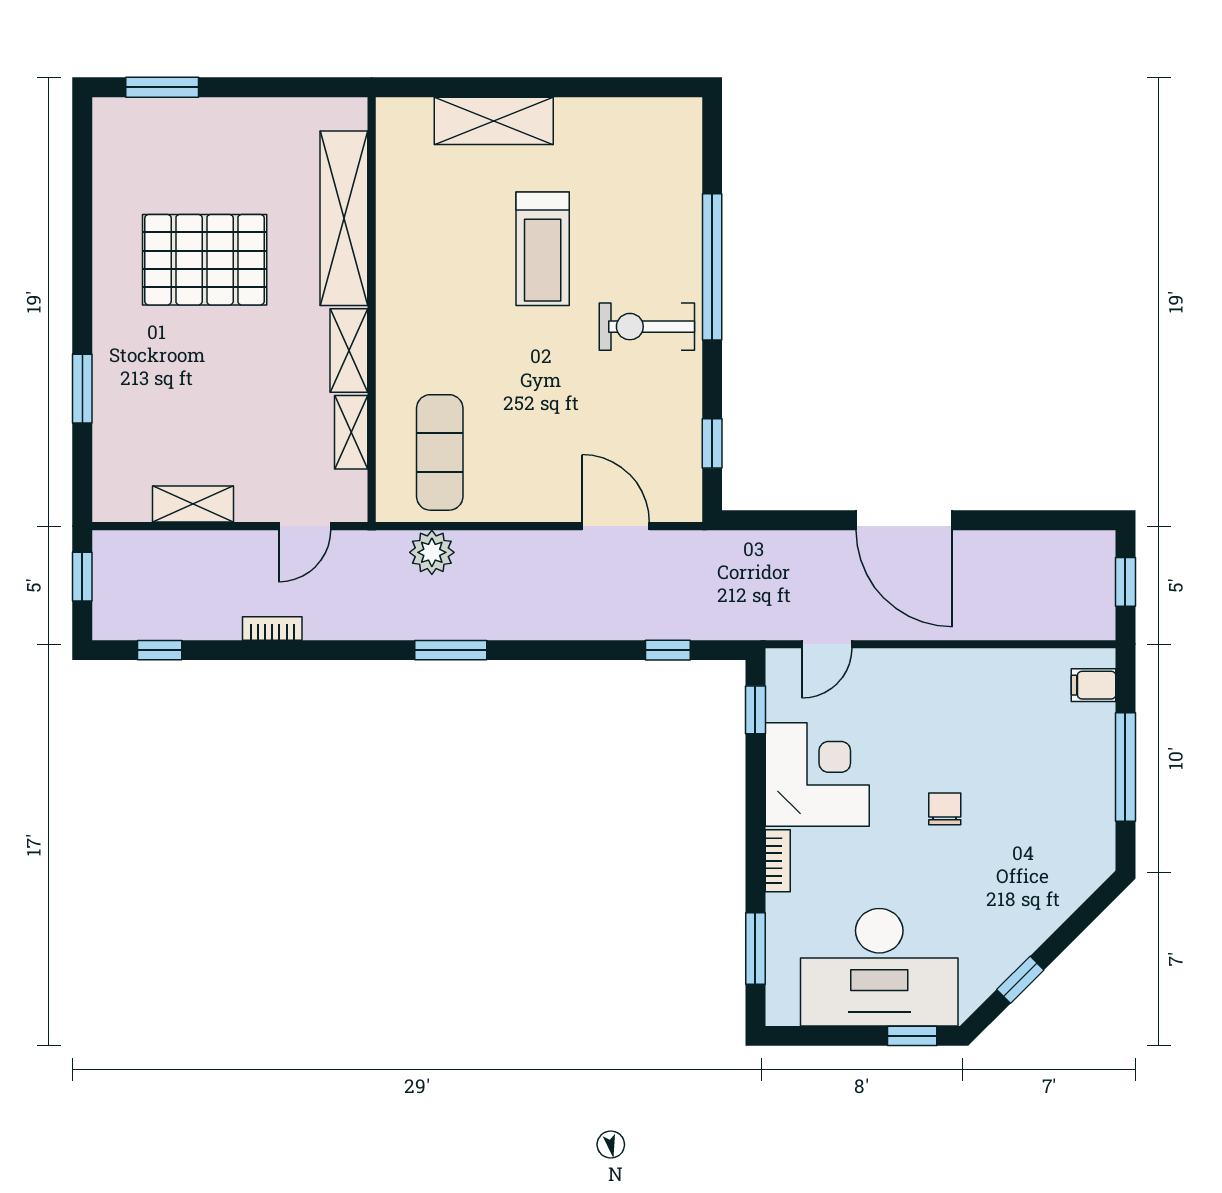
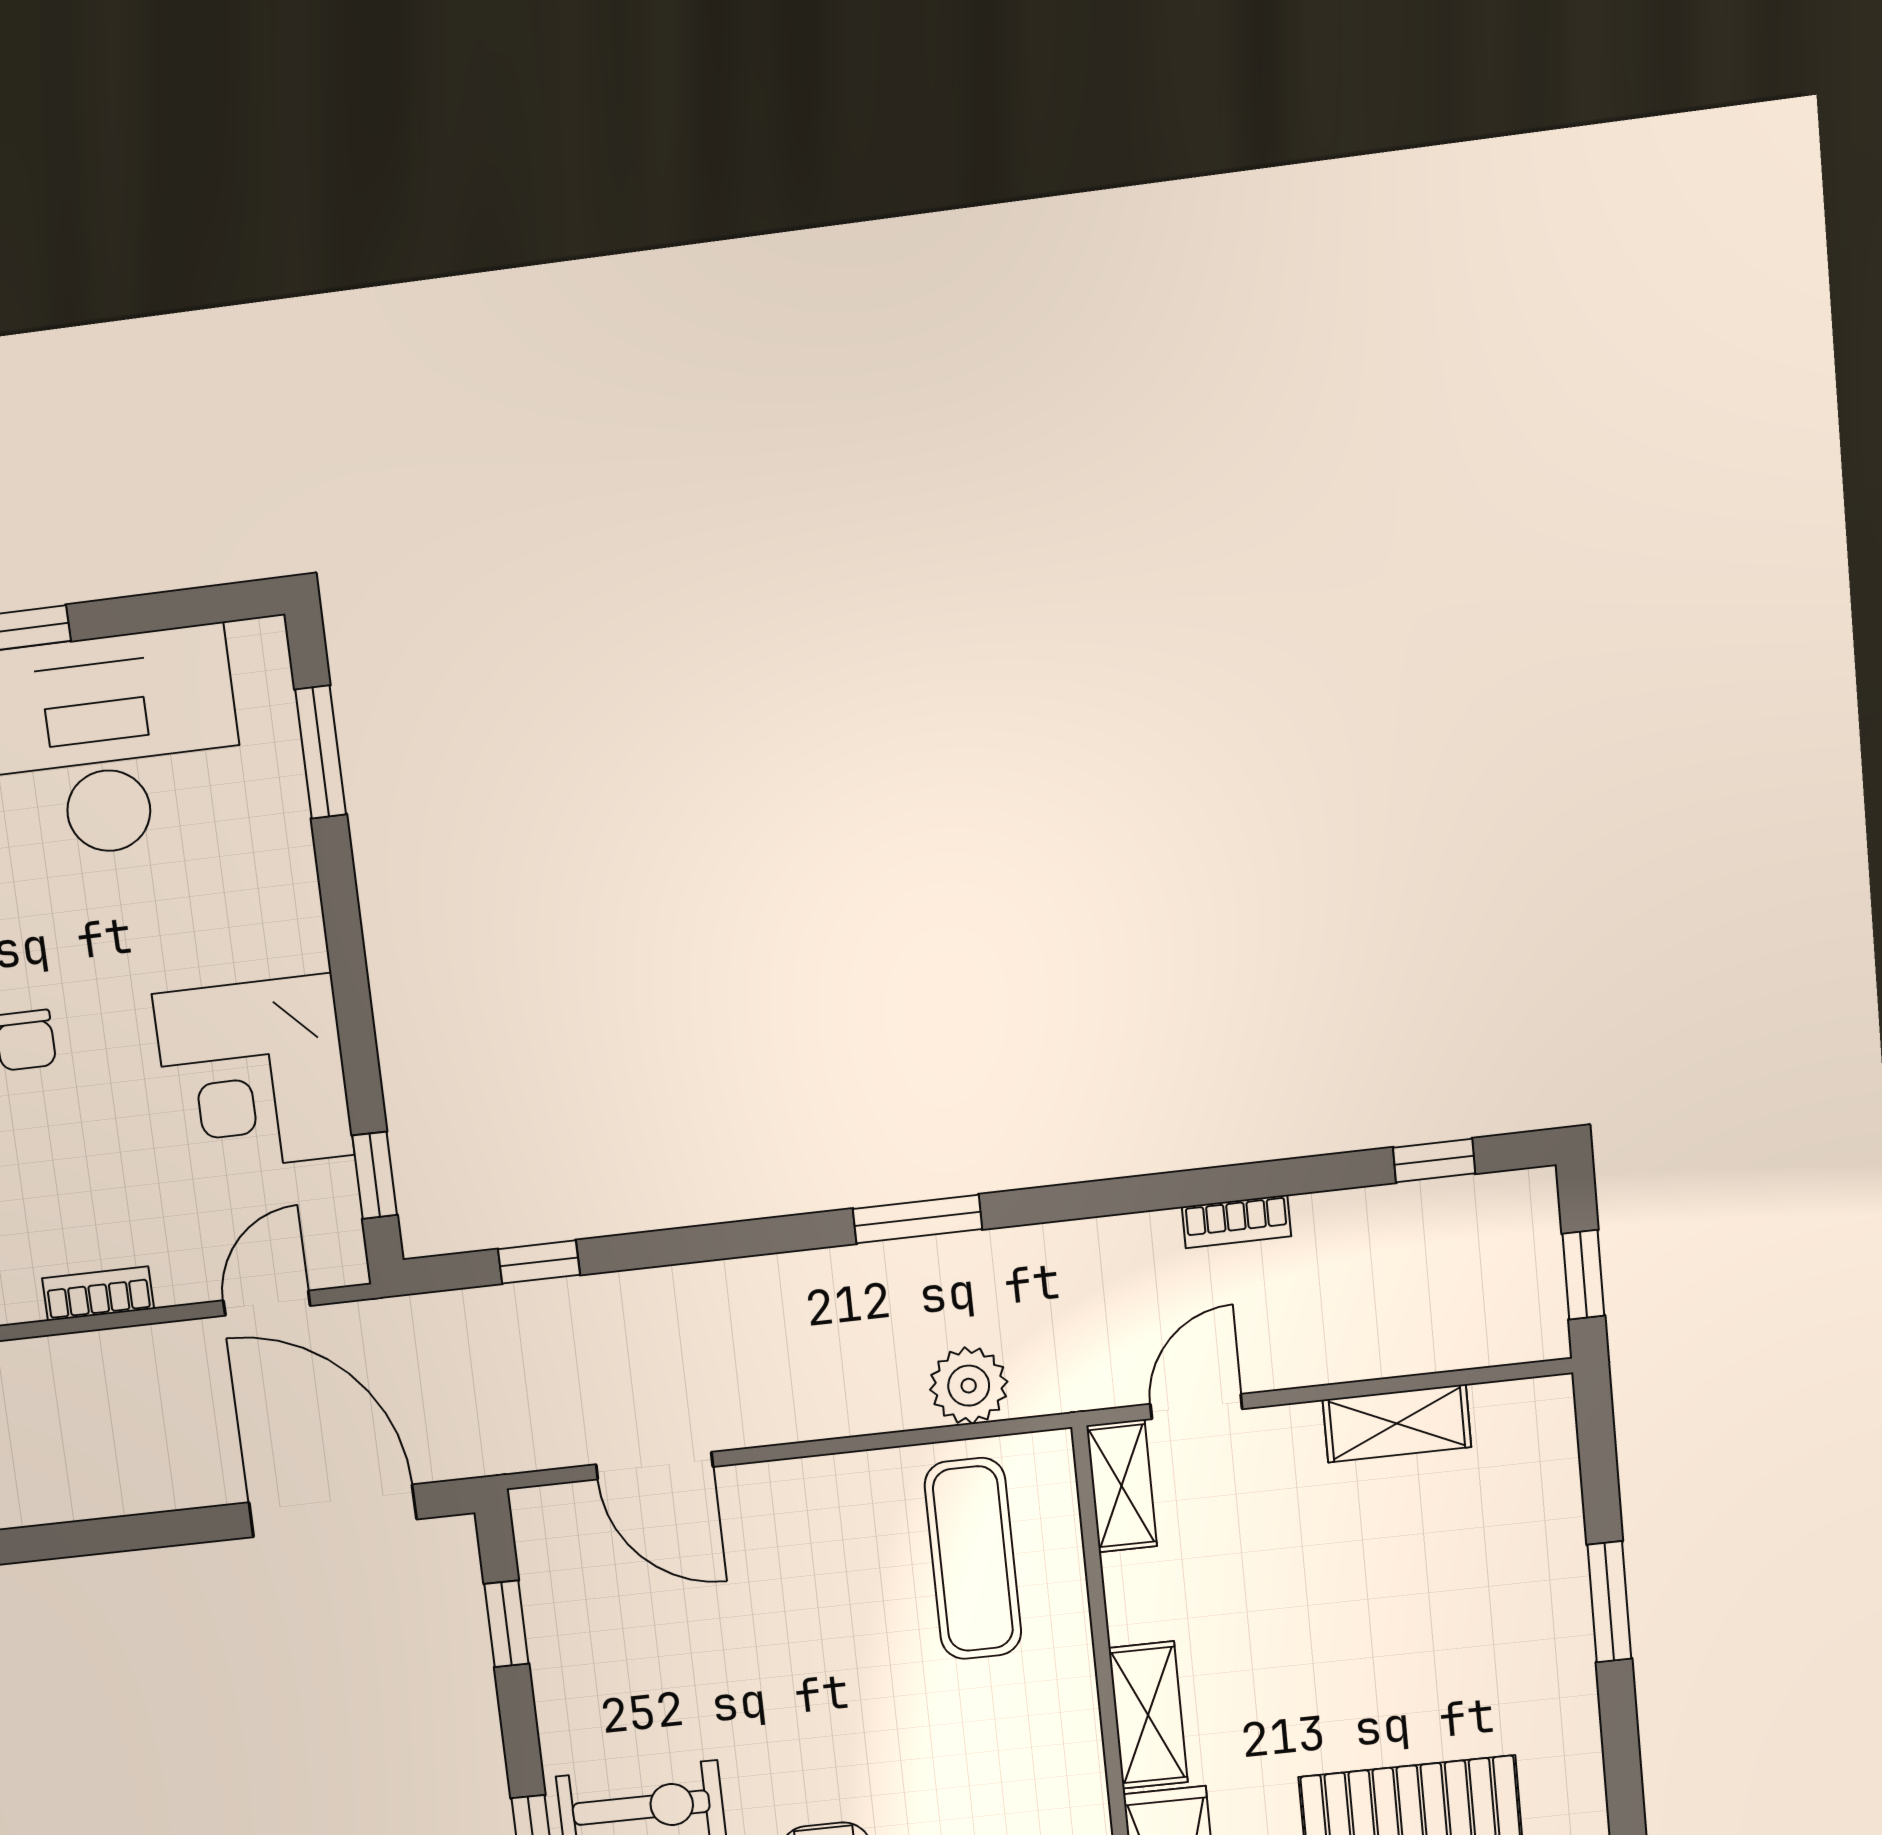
shelving: (351, 432) -> (1122, 1486), moved
door: (904, 520) -> (333, 1511), moved
bookcase: (778, 861) -> (98, 1294), moved, turned 90

